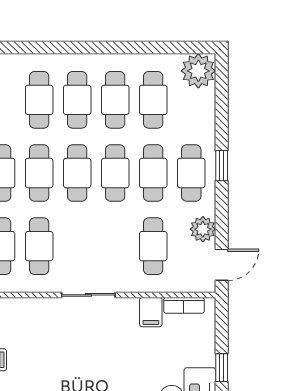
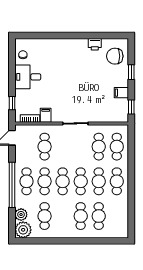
cafe table: (115, 100) -> (63, 216), removed
window: (222, 166) -> (12, 185), width x3.17
plant: (203, 229) -> (21, 215), moved
window: (222, 368) -> (12, 103), moved

